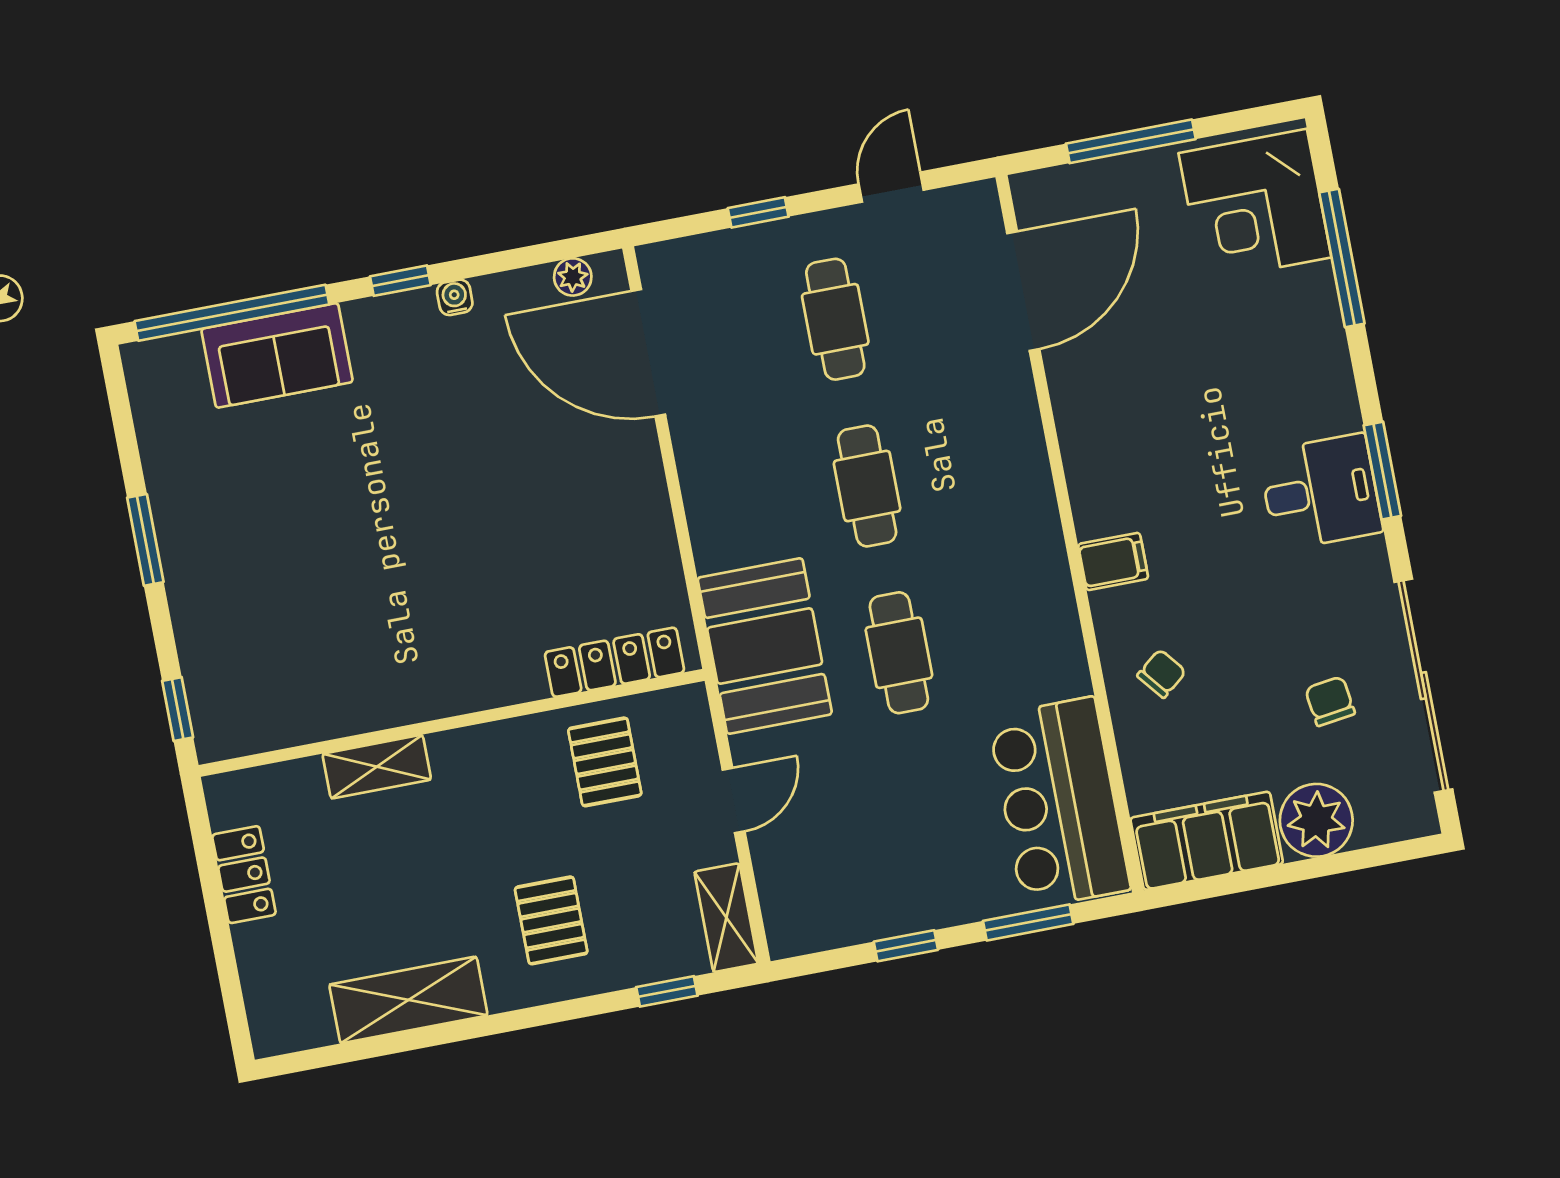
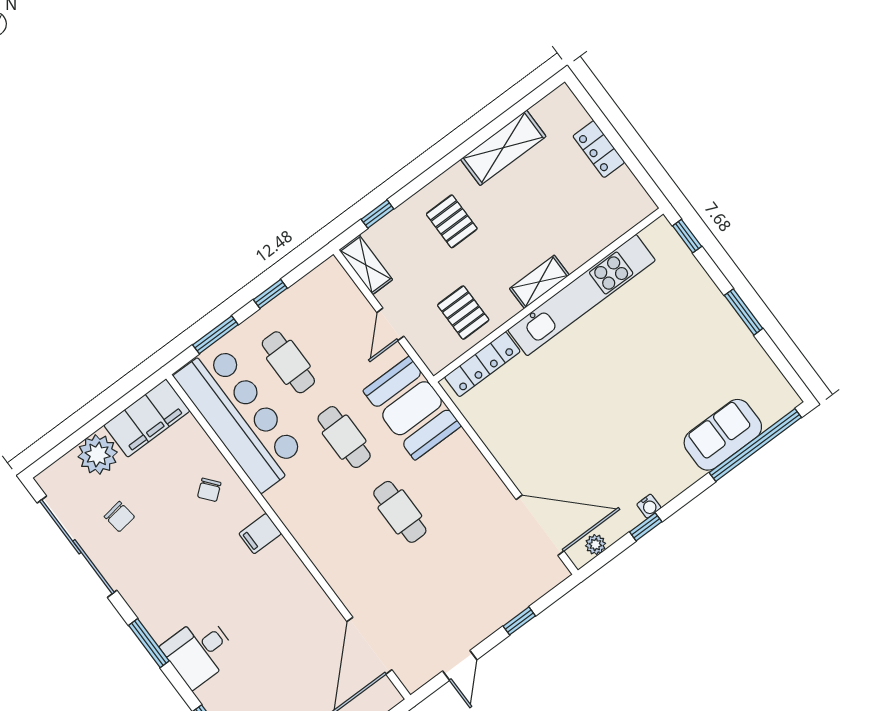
window: (400, 281) -> (646, 527), moved
cafe table: (835, 319) -> (288, 362), moved
desk: (1321, 492) -> (199, 651), moved
kitchen unit: (397, 696) -> (582, 295), added
shelving: (377, 767) -> (539, 282), moved
bar counter: (1059, 803) -> (241, 417), width x1.36
locker: (244, 875) -> (599, 149), moved

